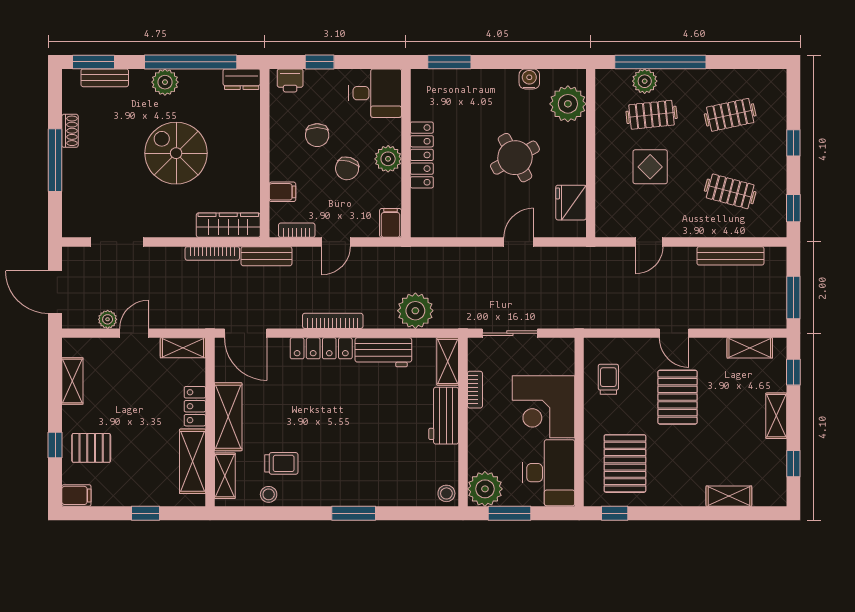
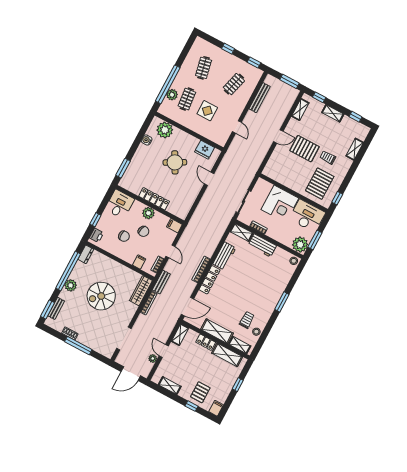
plant: (415, 311) -> (215, 234), removed
trolley: (608, 379) -> (328, 158), moved
pallet: (625, 463) -> (320, 184), turned 90

